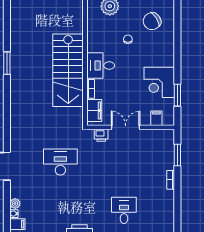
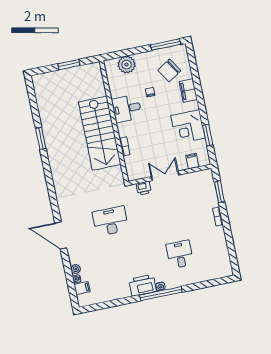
desk: (101, 66) -> (127, 109), moved
filing cabinet: (94, 111) -> (188, 90), moved, turned 180

